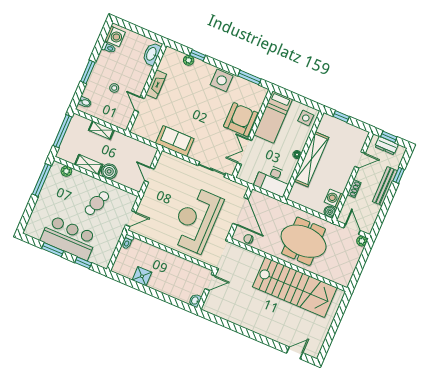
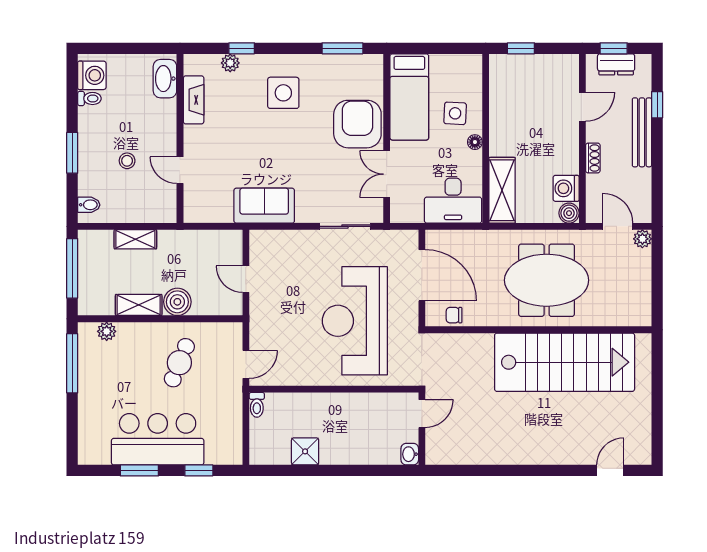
side table: (222, 80) -> (283, 93), moved
fireplace: (156, 84) -> (194, 100), moved
side table: (306, 118) -> (455, 113), moved
shelving: (311, 159) -> (502, 190), moved, width x0.68

